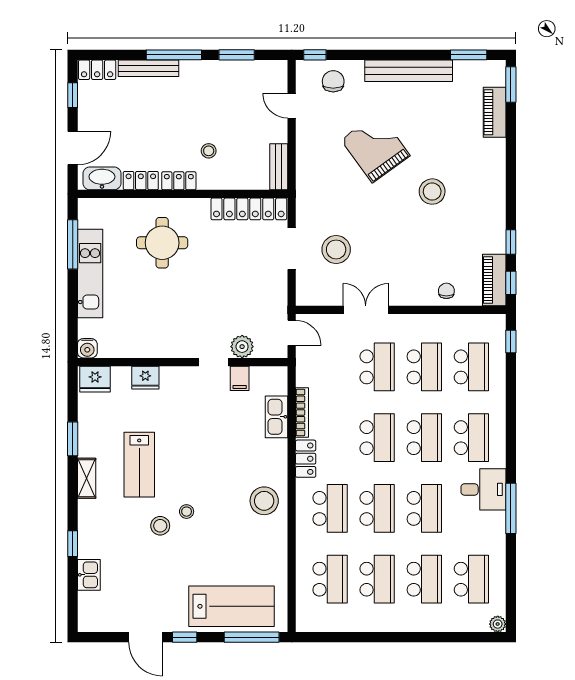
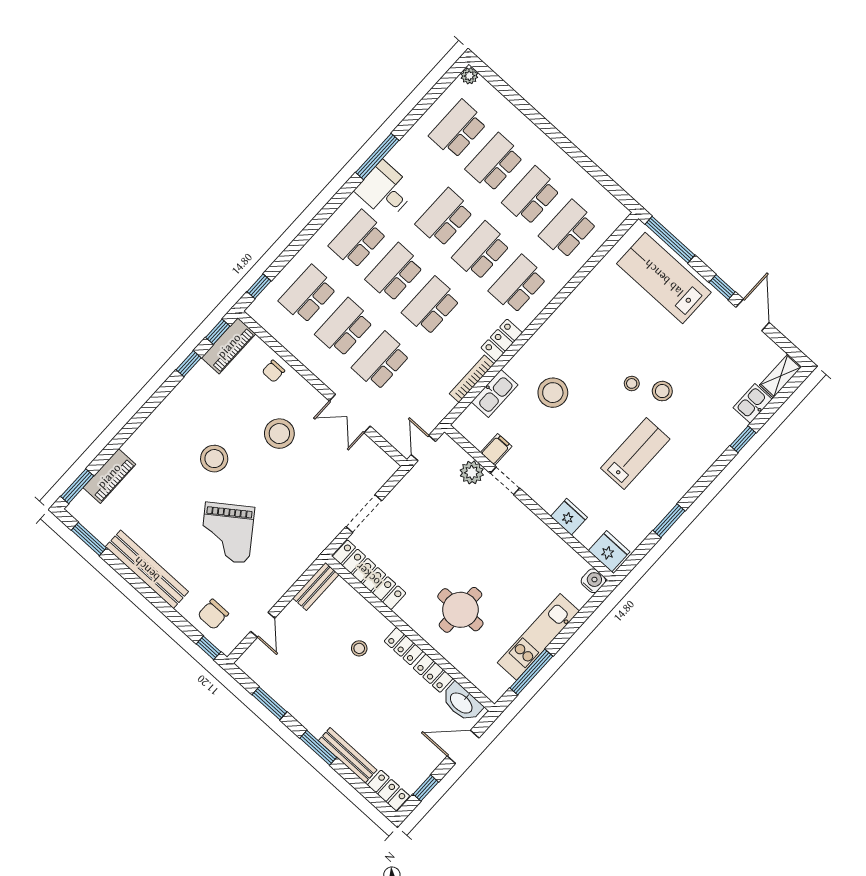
window: (174, 55) -> (318, 748), width x0.69
stool: (336, 249) -> (279, 434), moved
shelving: (87, 478) -> (781, 376), moved
stool: (264, 501) -> (553, 393), moved

